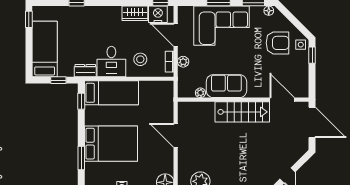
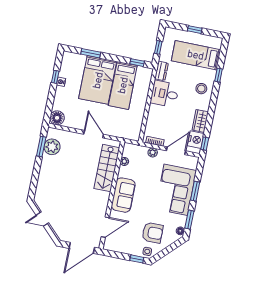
window: (29, 19) -> (195, 30), moved
armchair: (278, 43) -> (152, 233), turned -90
bed: (45, 49) -> (196, 55), moved, turned 180
stool: (140, 59) -> (201, 89), moved
sofa: (226, 86) -> (123, 195), moved
bed: (112, 93) -> (123, 85), moved
stairs: (242, 112) -> (107, 168), moved
door: (176, 135) -> (94, 134), hinge flipped

